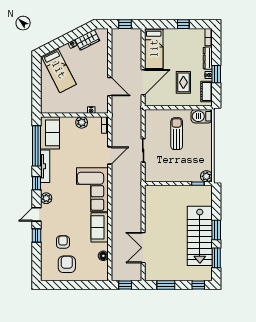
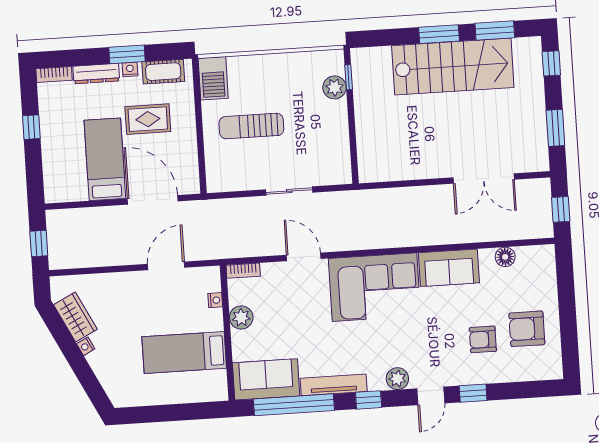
bed: (154, 48) -> (105, 159), moved, turned -90
bed: (59, 70) -> (184, 353), moved, turned -153
plant: (206, 176) -> (335, 87), moved
door: (37, 214) -> (431, 396), hinge flipped

